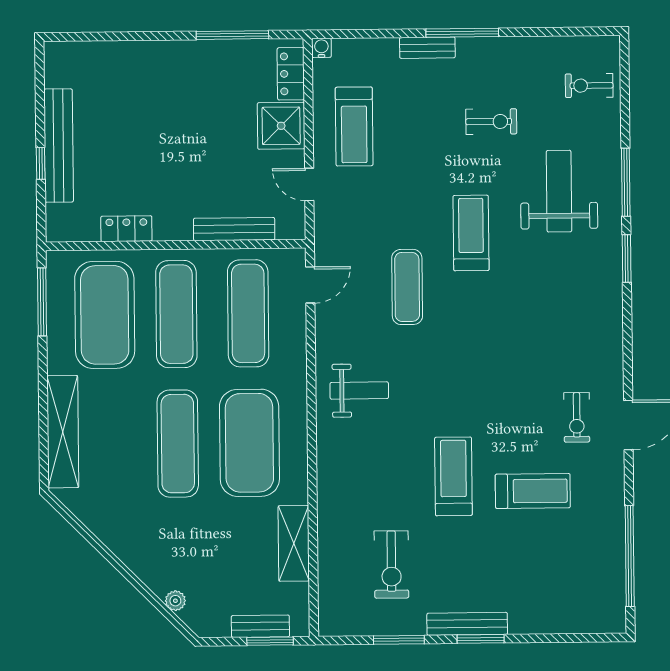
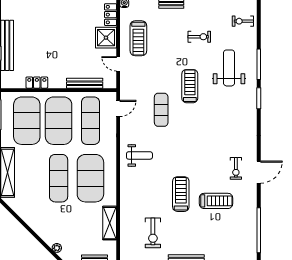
exercise mat: (176, 314) -> (59, 121), width x1.47

